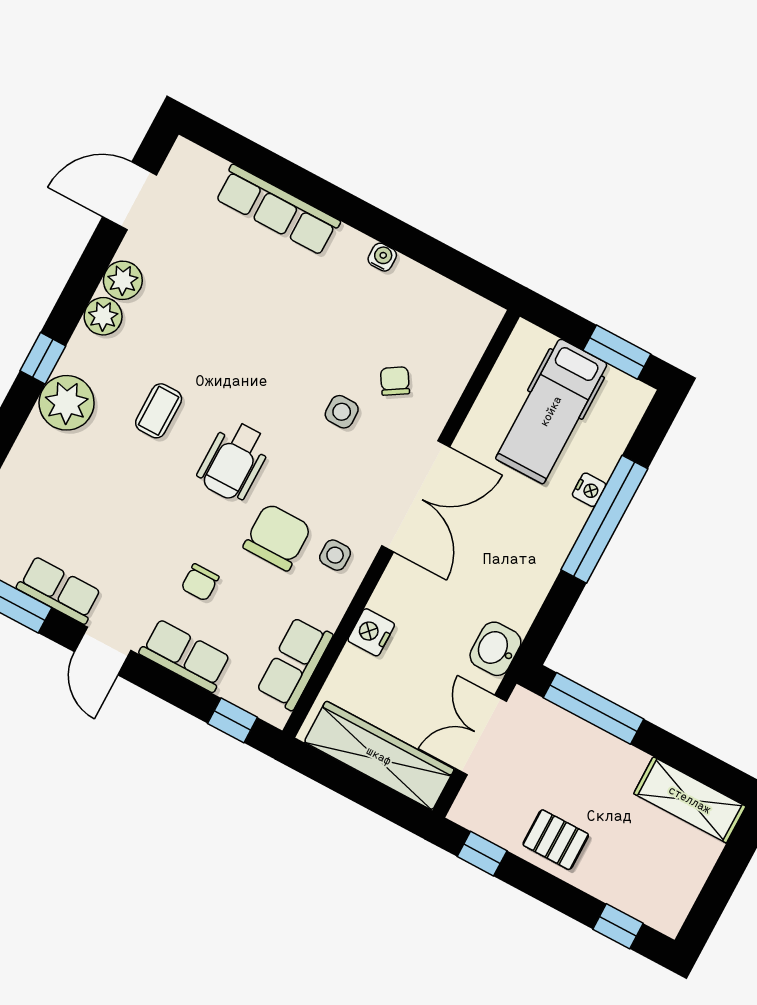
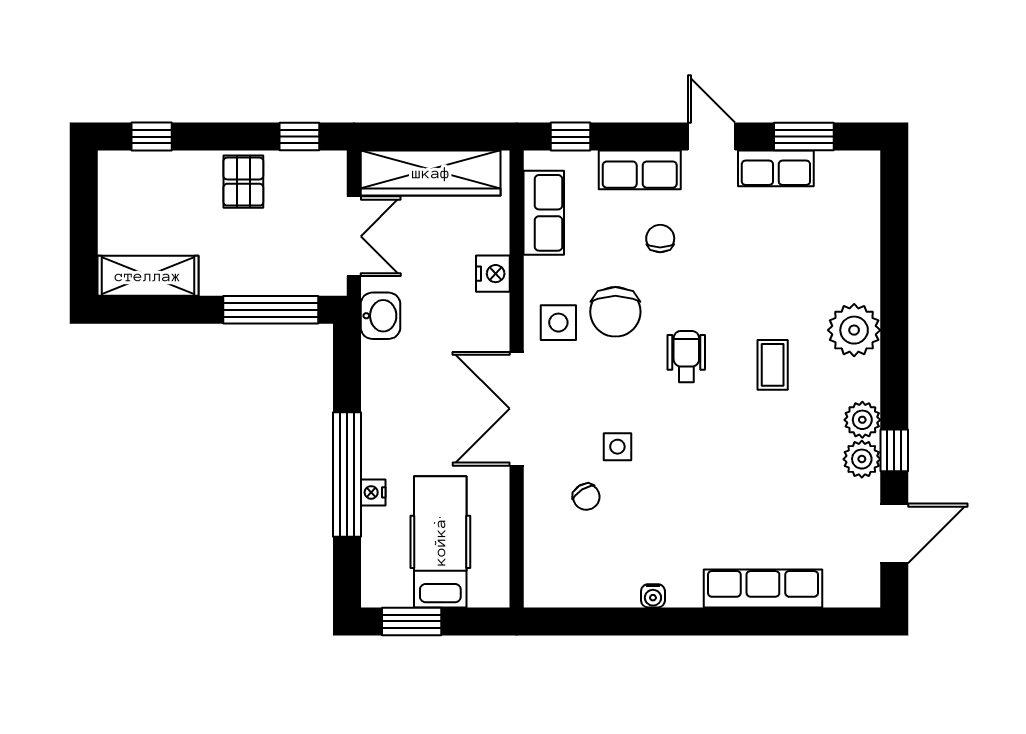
window: (43, 358) -> (894, 450), moved
wheelchair: (234, 461) -> (686, 356), width x0.73, depth x0.73
side table: (335, 555) -> (558, 323), width x1.37, depth x1.37
pallet: (556, 840) -> (243, 182), turned 90

